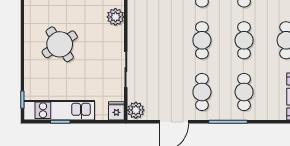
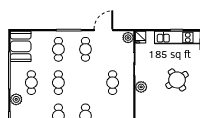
plant: (115, 17) -> (141, 87), moved
cafe table: (202, 40) -> (113, 83), moved

